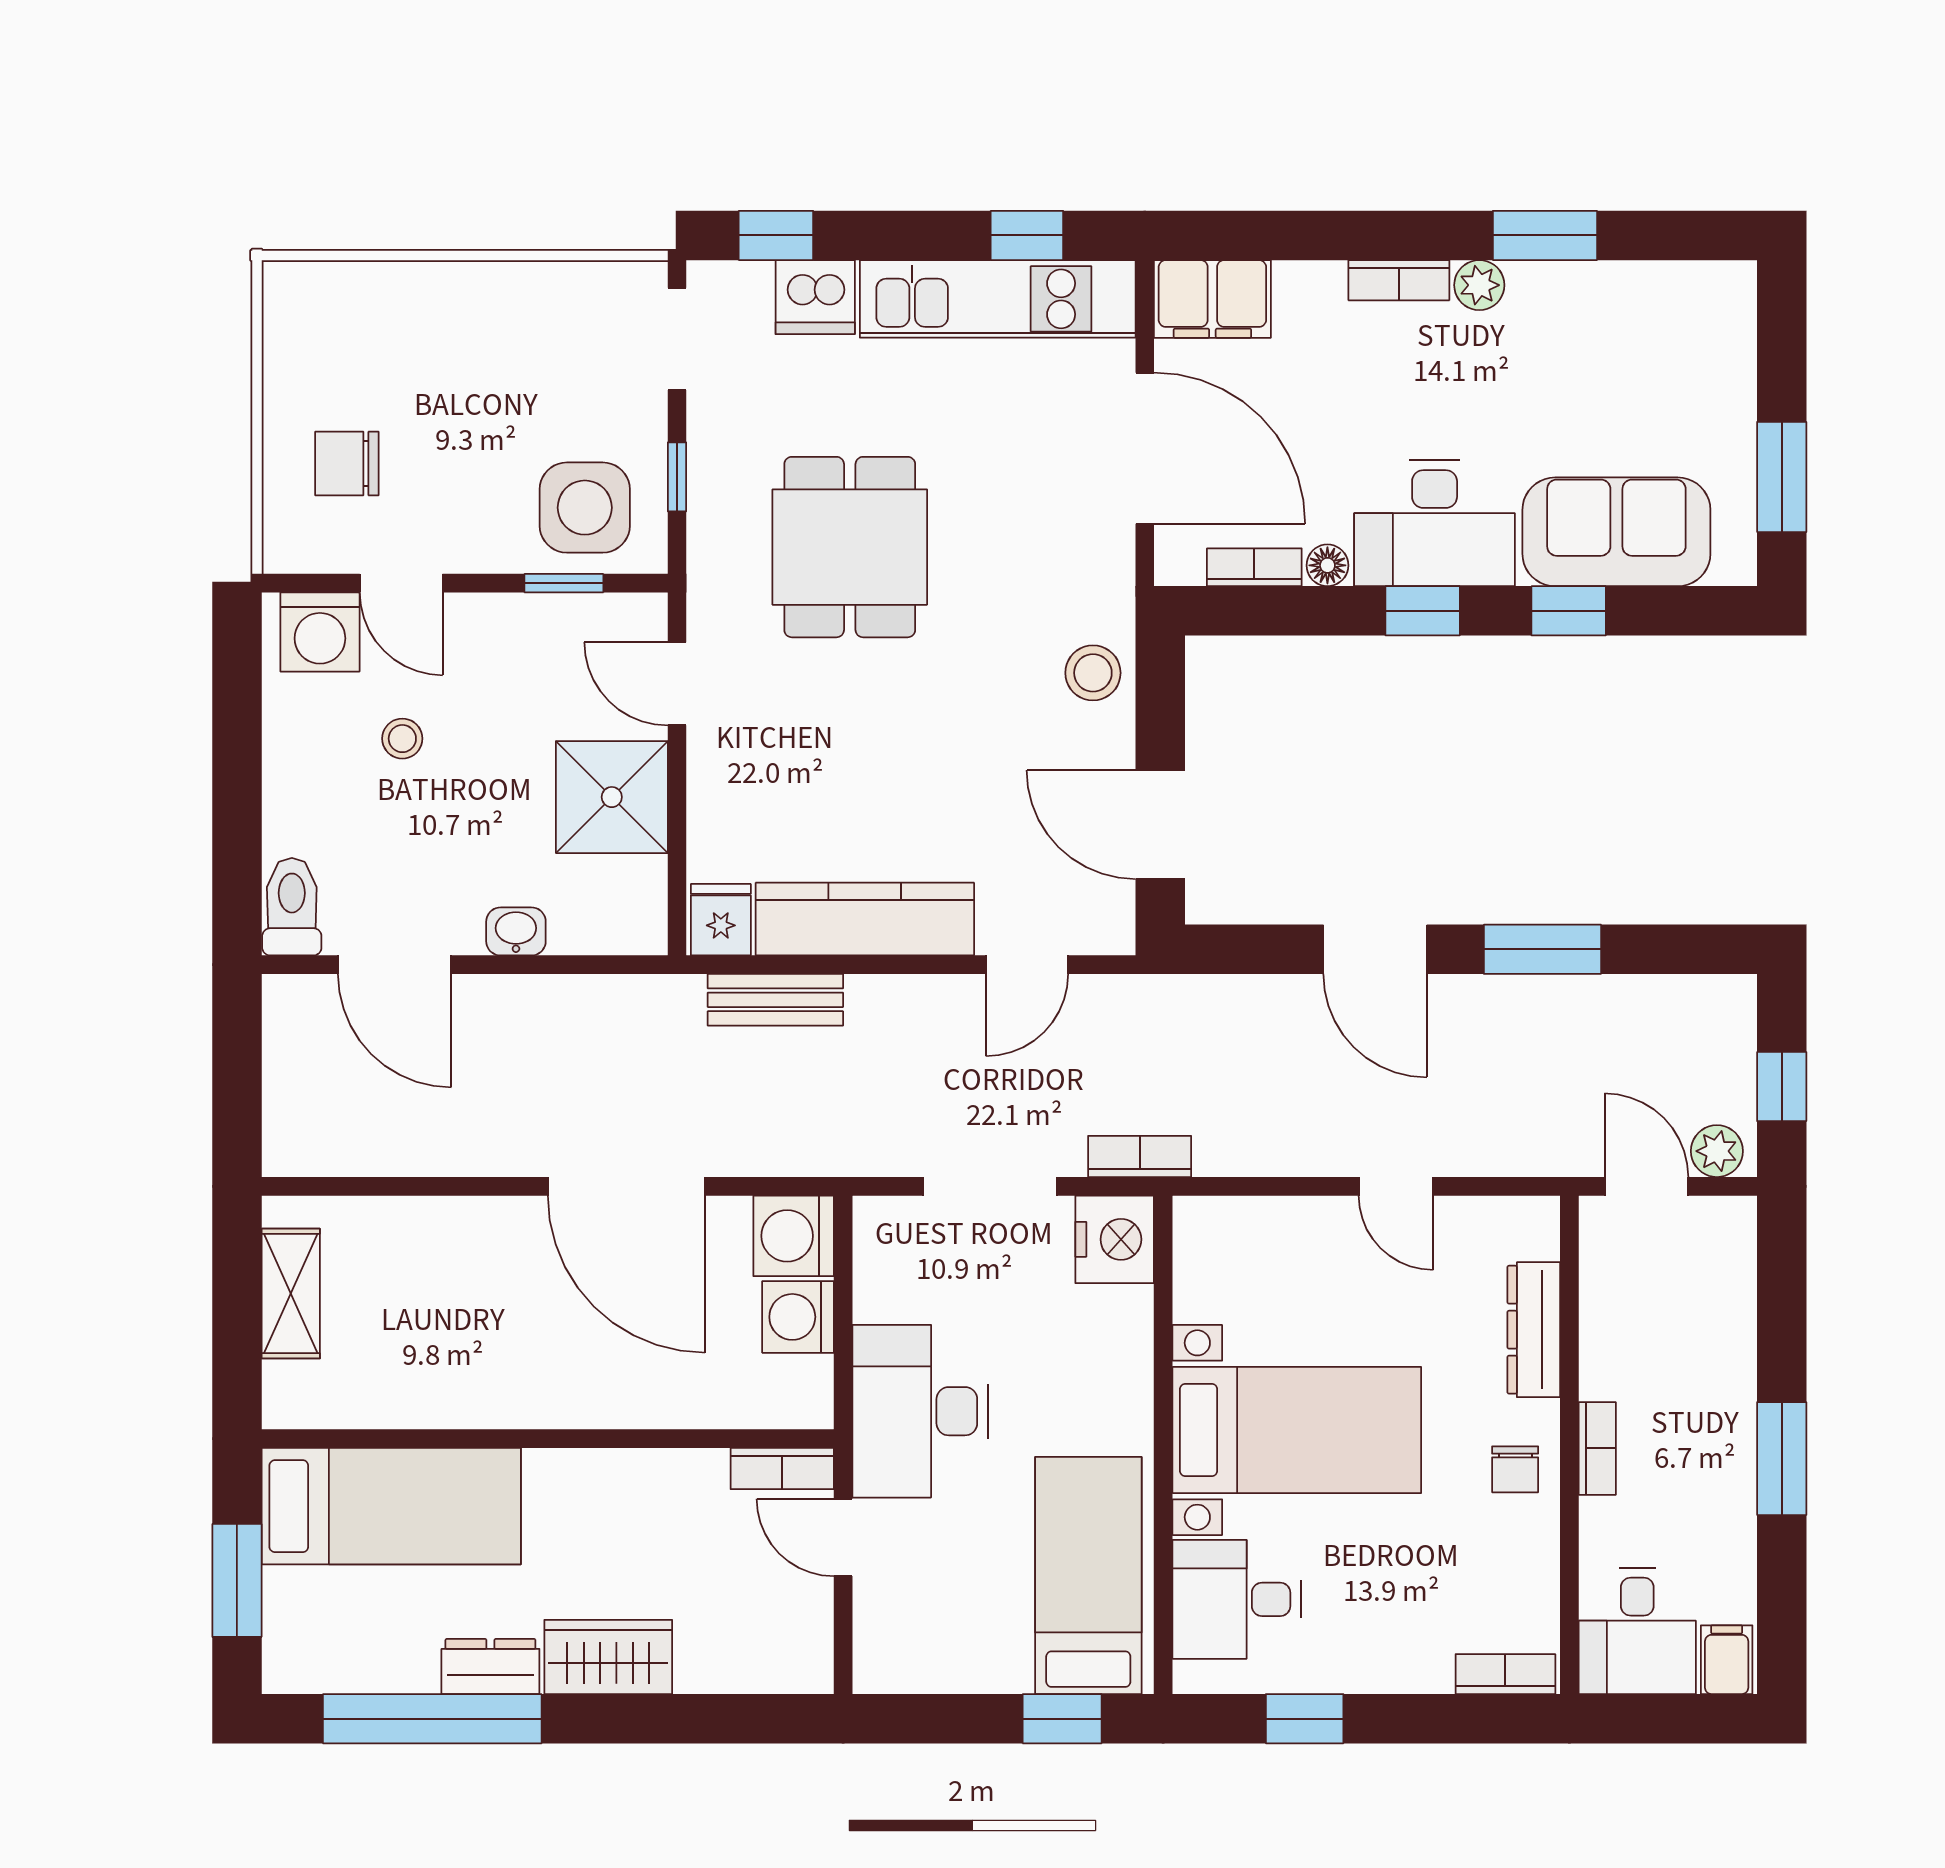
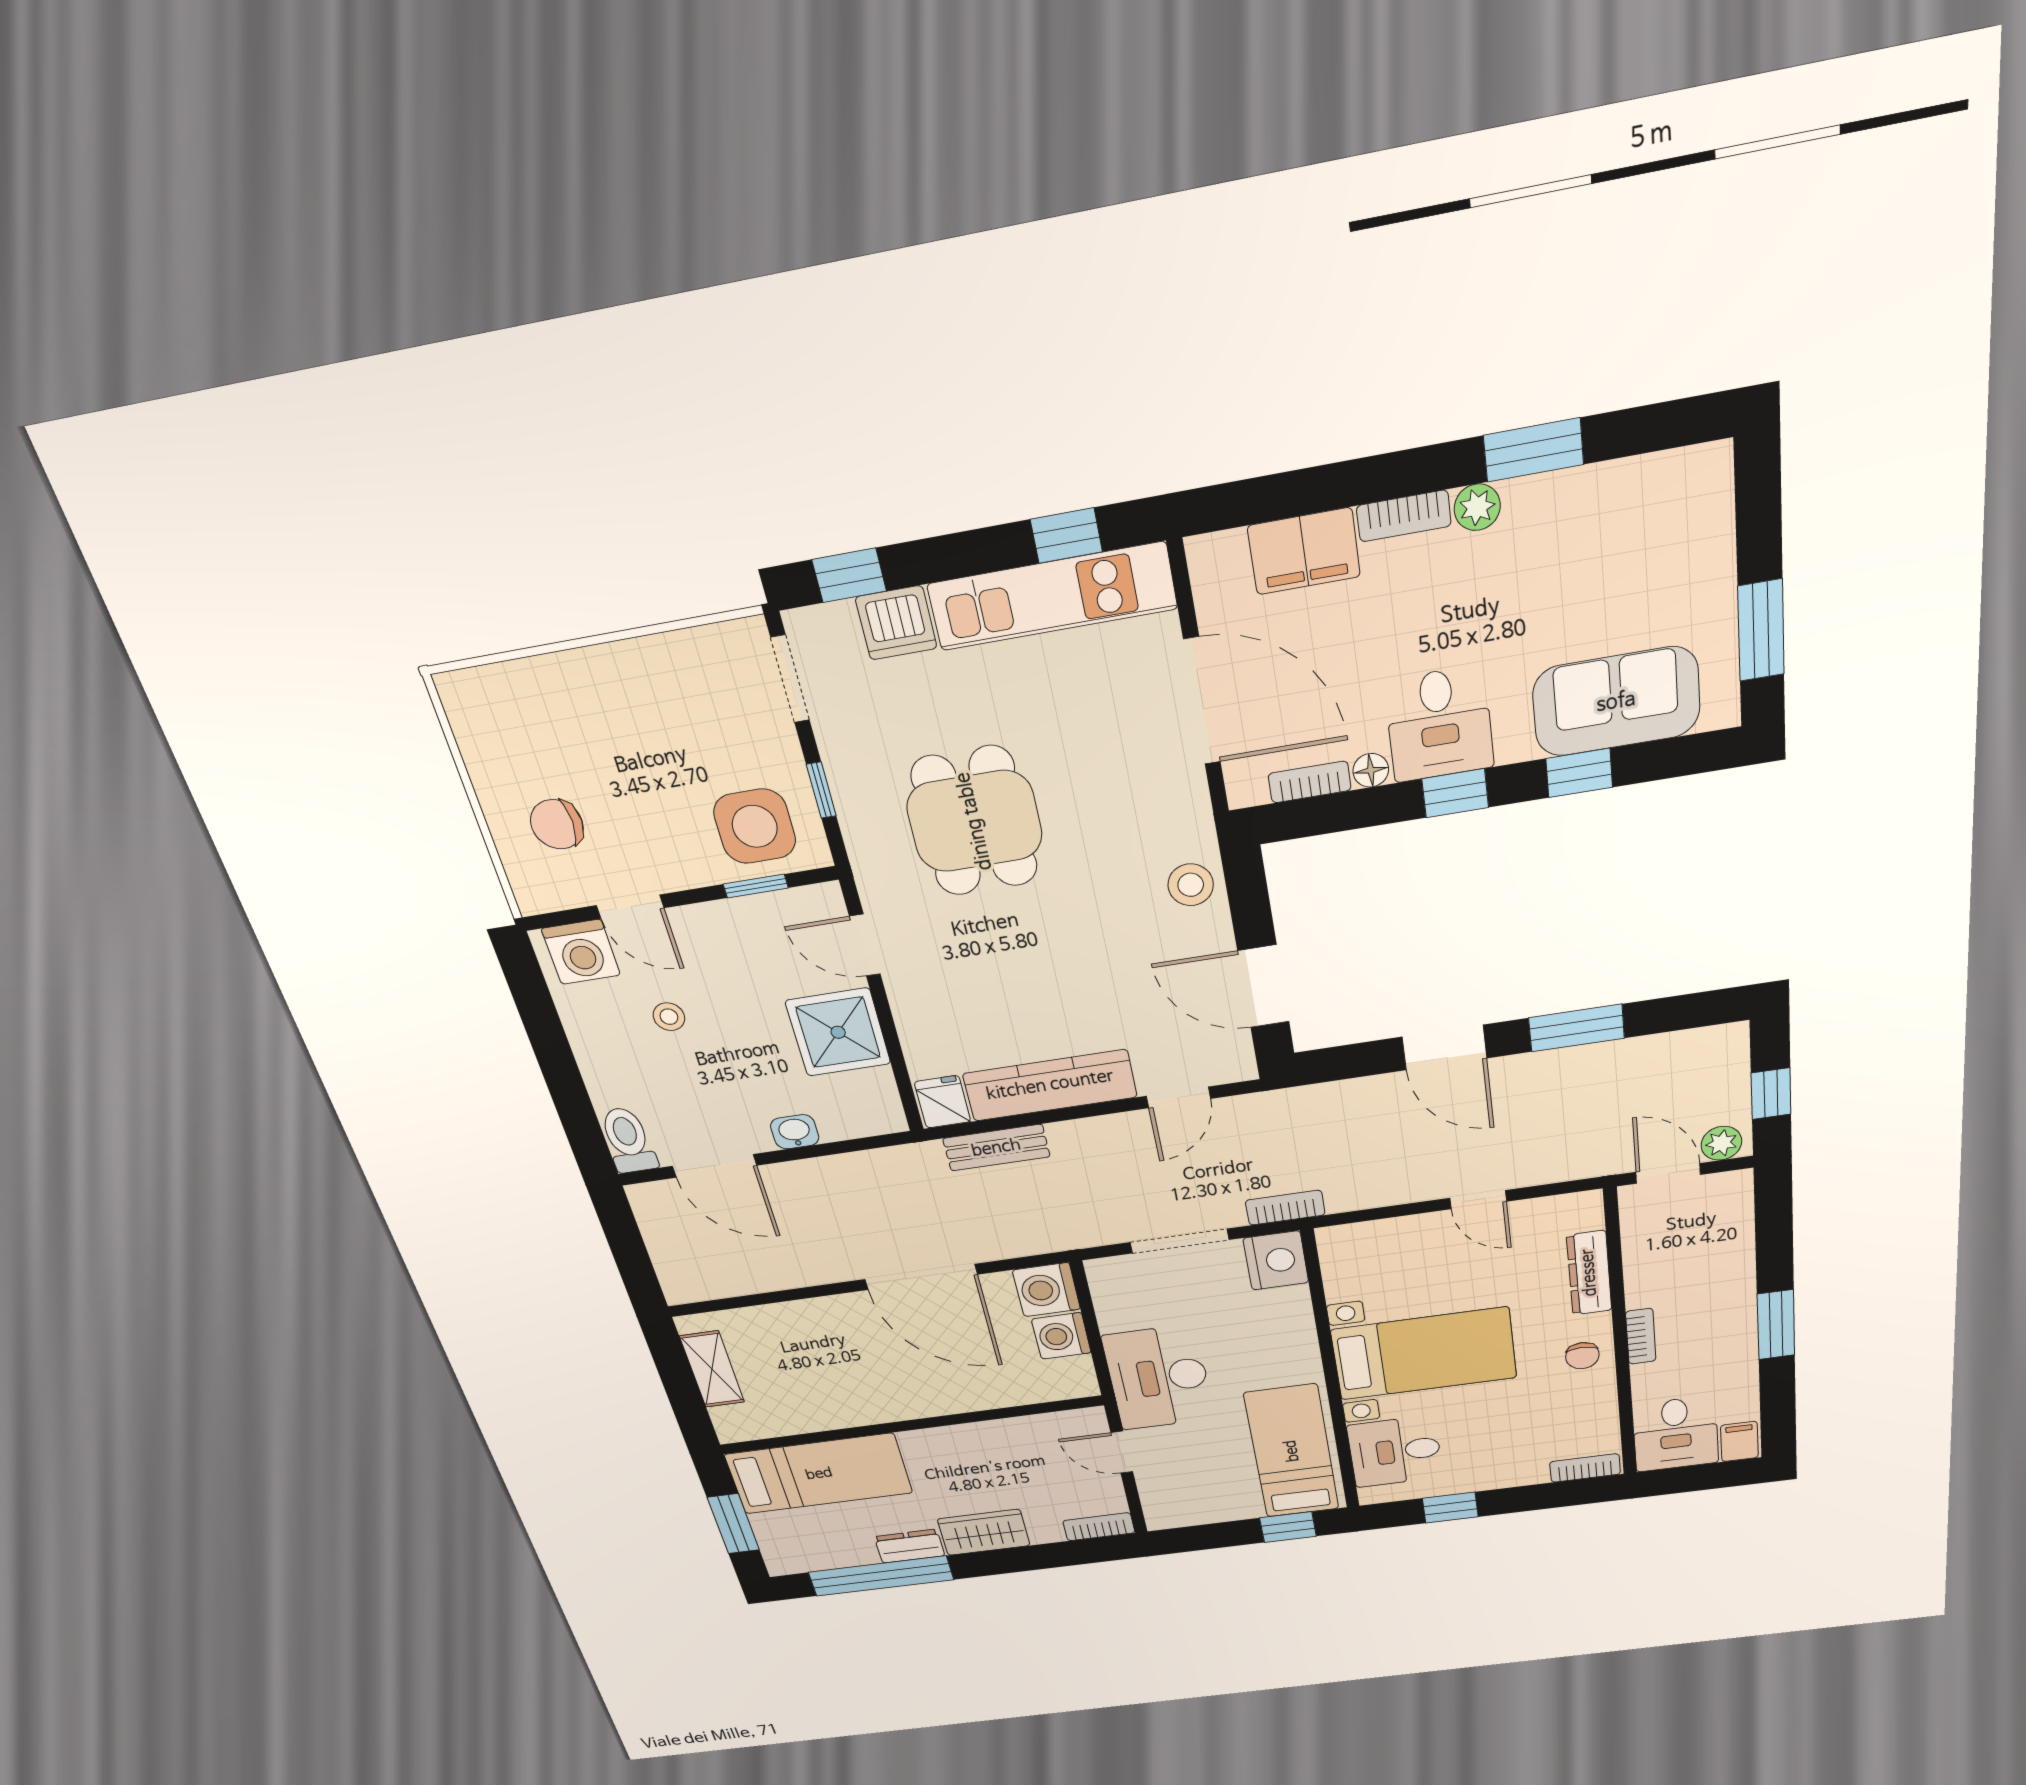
filing cabinet: (1212, 299) -> (1304, 551), moved
desk: (1435, 523) -> (1439, 724), width x0.73
bookcase: (782, 1469) -> (1099, 1527), moved, turned 180

